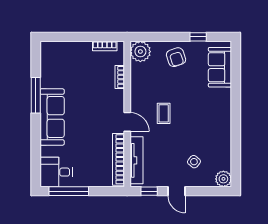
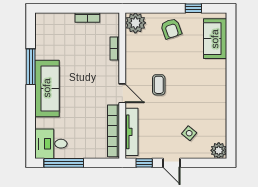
bookcase: (105, 46) -> (87, 17), moved

